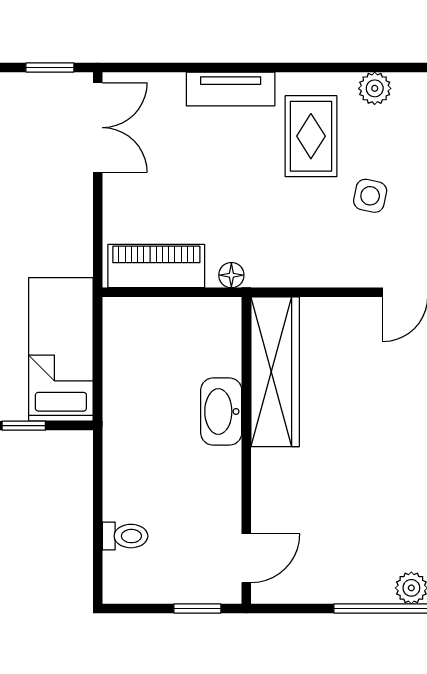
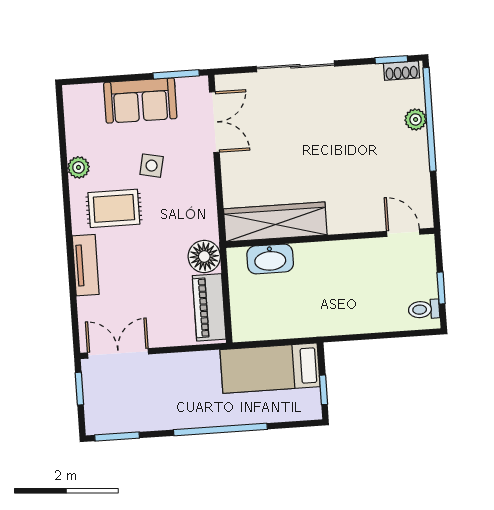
floor lamp: (231, 275) -> (204, 256), width x1.89, depth x1.89
washbasin: (221, 412) -> (270, 259), moved
toilet: (125, 536) -> (424, 309), moved, turned -90
window: (197, 608) -> (441, 288), moved

